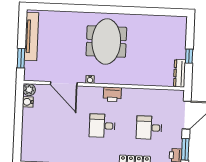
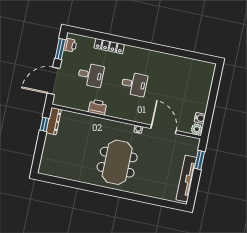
window: (189, 56) -> (44, 124), moved
printer: (112, 94) -> (97, 107), moved

